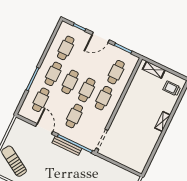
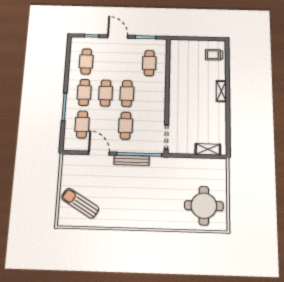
door: (101, 37) -> (118, 37), swing flipped
shelving: (154, 70) -> (208, 149), moved
cafe table: (104, 98) -> (148, 94), removed

